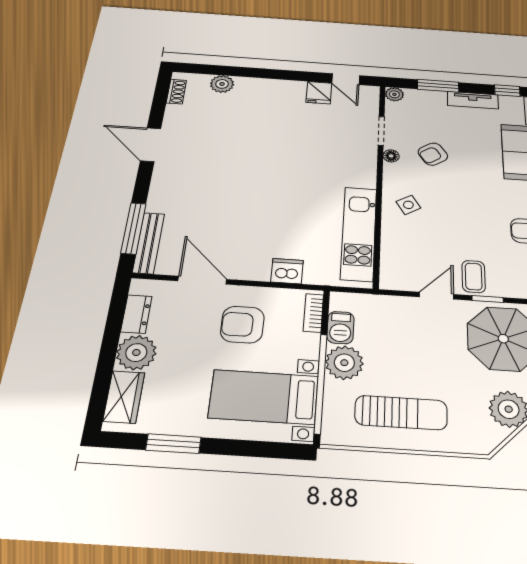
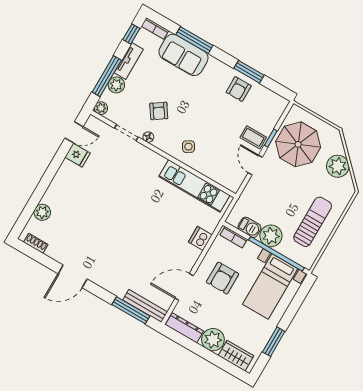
window: (438, 86) -> (107, 76), width x1.44
plant: (434, 99) -> (116, 85), added
dresser: (136, 314) -> (184, 328), width x1.44

